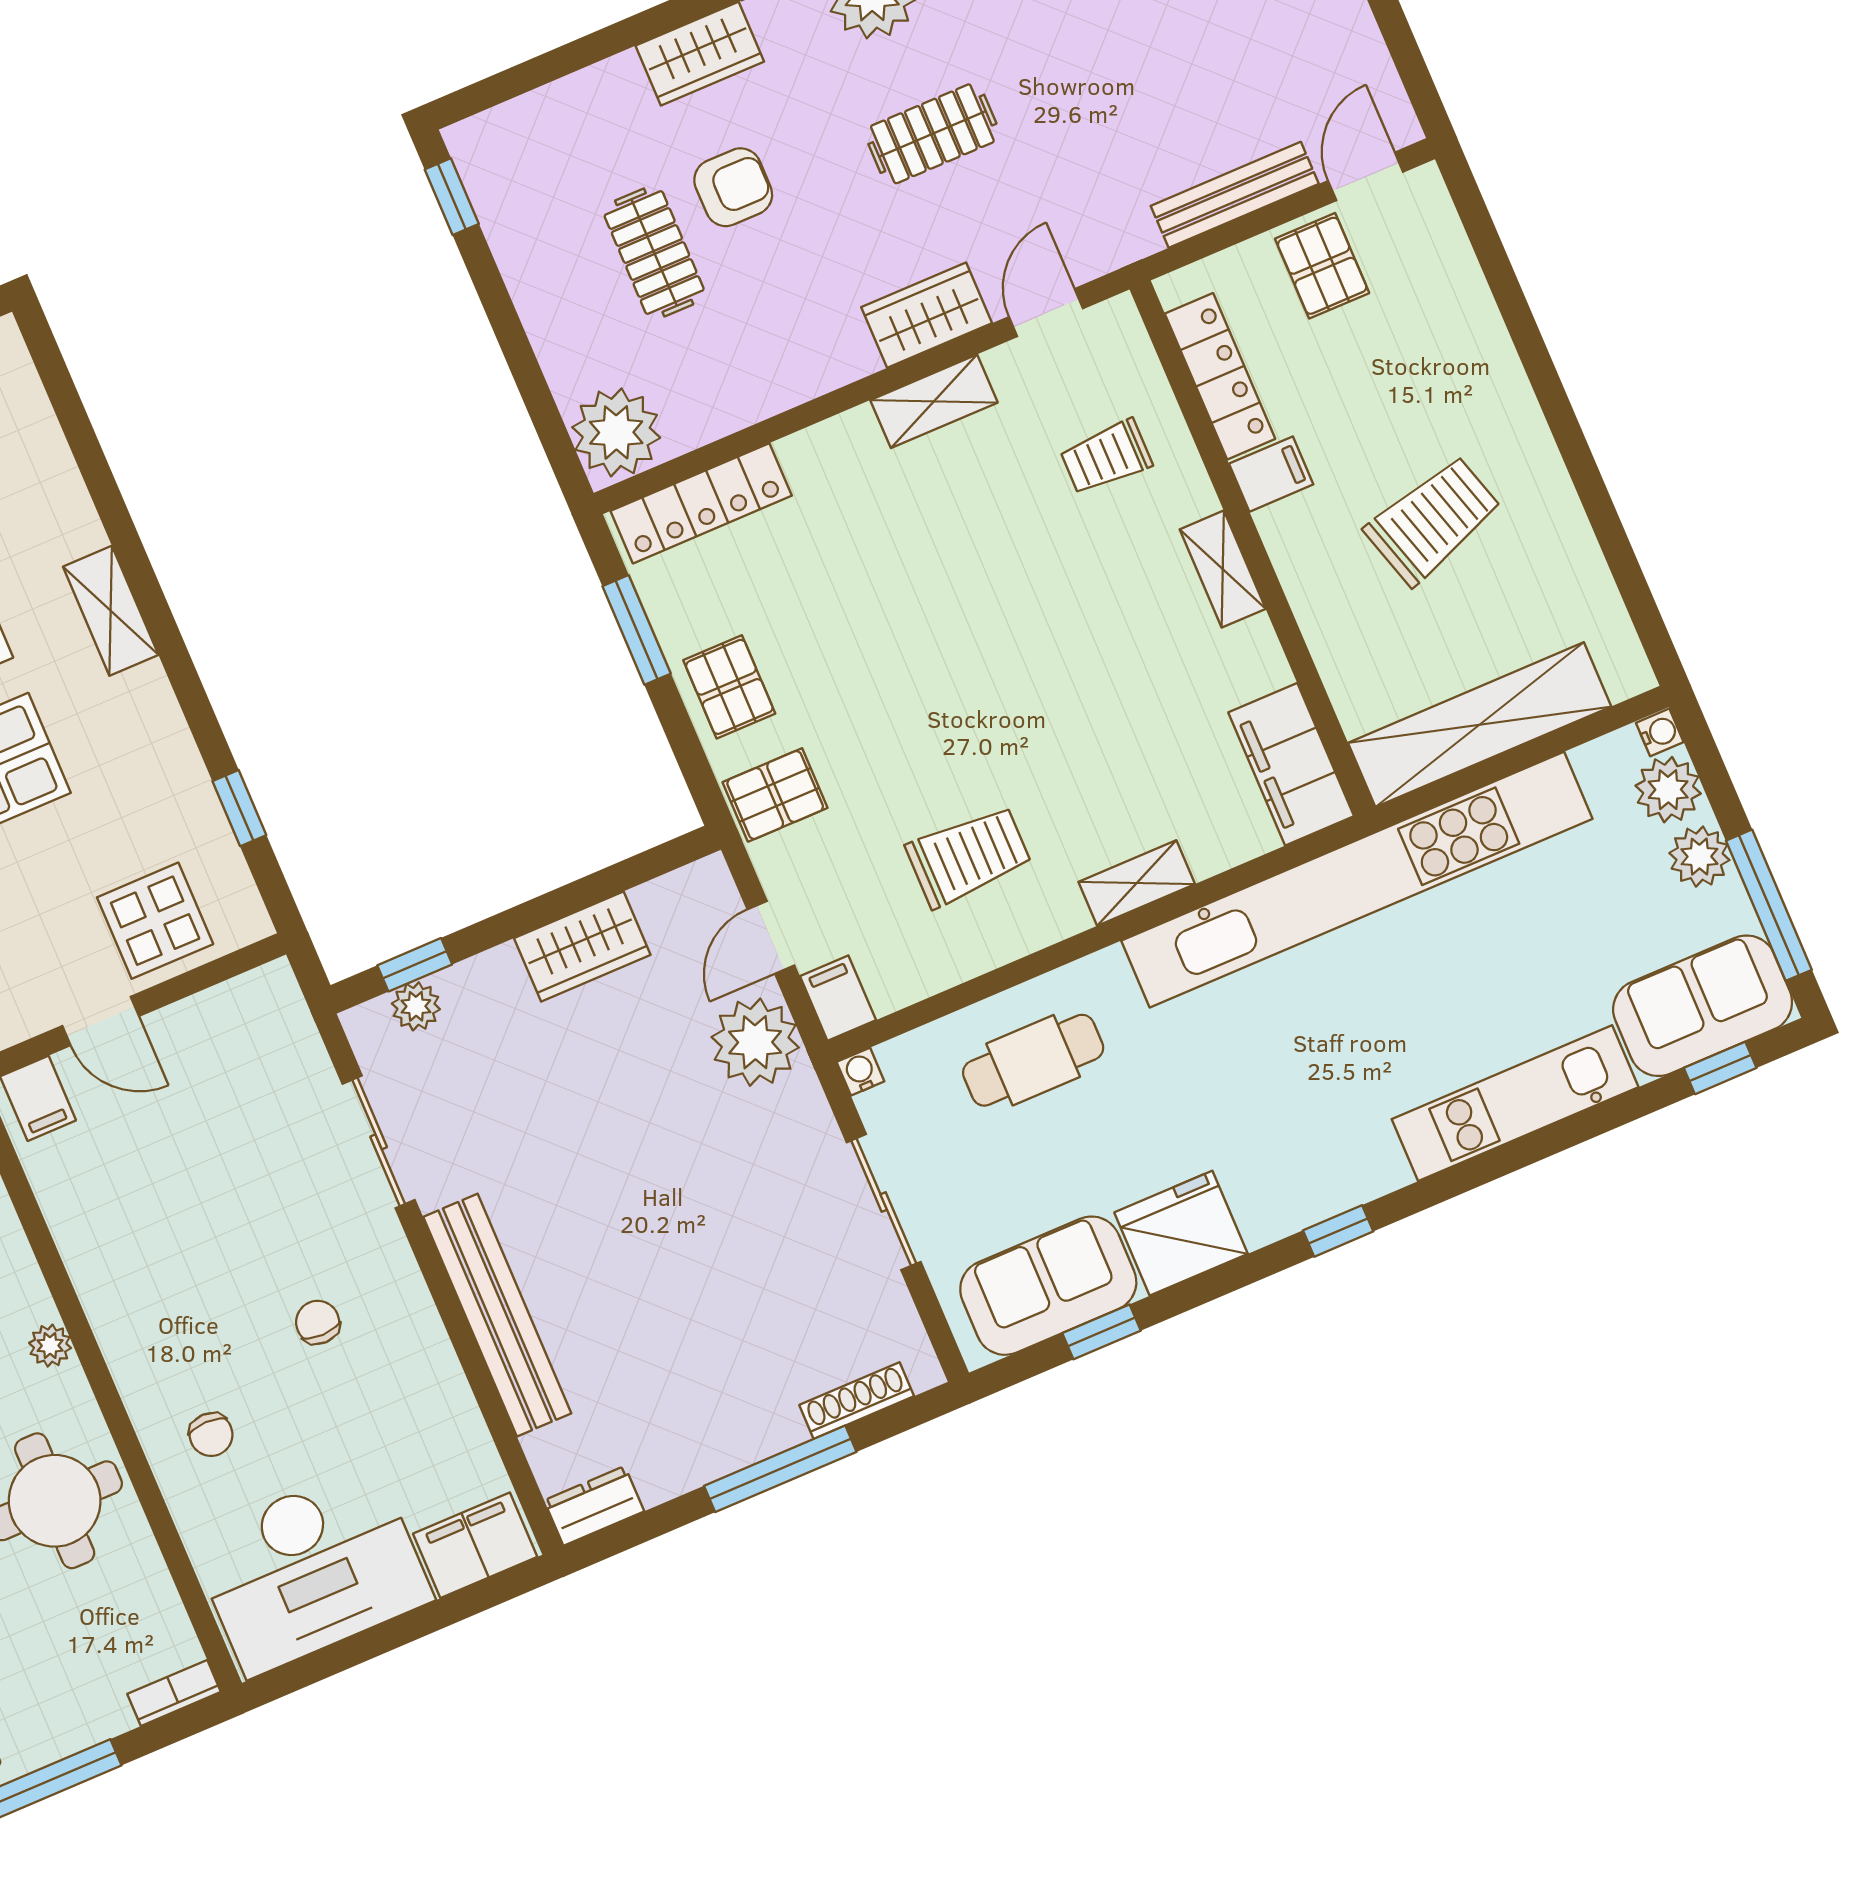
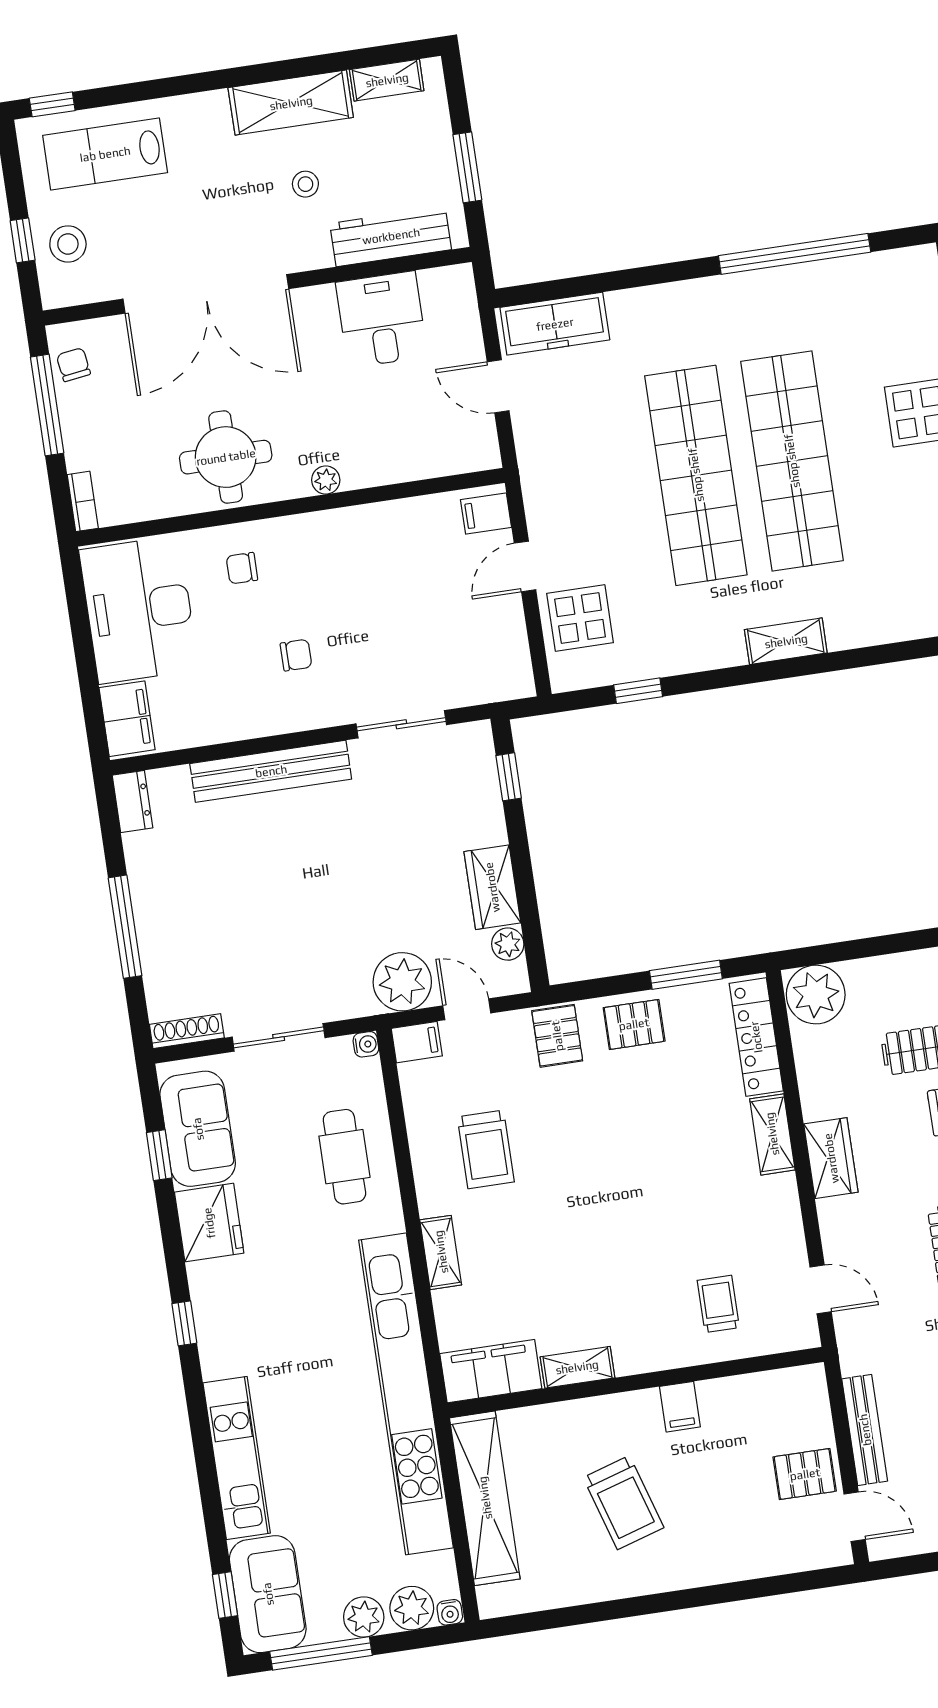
wardrobe: (927, 315) -> (831, 1158), moved
locker: (1220, 376) -> (751, 1390), removed
shelving: (934, 401) -> (772, 1134), moved
shelving: (1223, 569) -> (577, 1367), moved
plant: (416, 1006) -> (508, 944), moved
shoe rack: (857, 1401) -> (187, 1031), moved, turned -90

